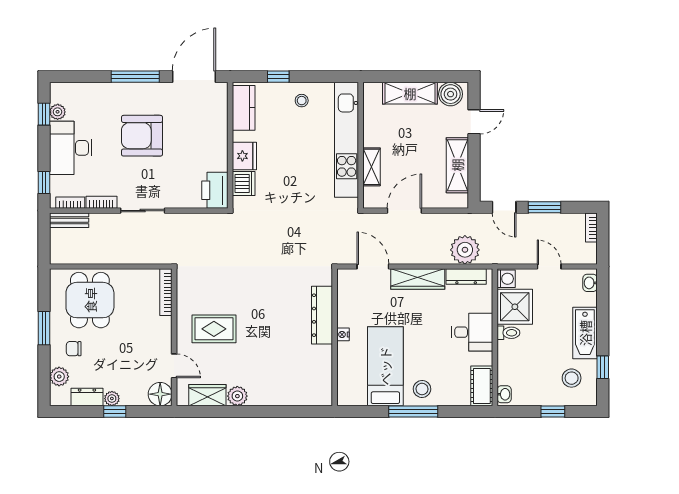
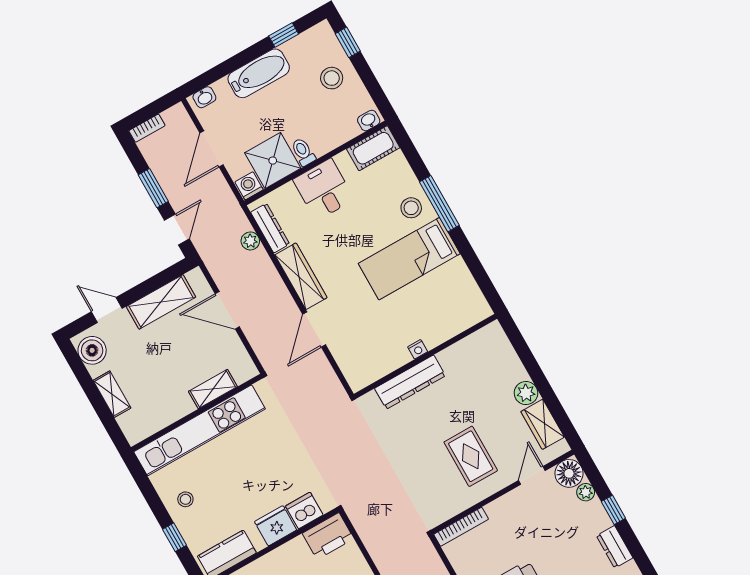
shelving: (410, 93) -> (112, 394), width x0.67, depth x0.75
door: (404, 211) -> (227, 310), moved
plant: (465, 250) -> (250, 241), width x0.53, depth x0.53
door: (549, 266) -> (211, 149), width x1.38
dresser: (322, 315) -> (410, 382), moved
nightstand: (343, 334) -> (418, 349), moved
wall: (335, 337) -> (425, 356), moved
stool: (572, 378) -> (332, 78), moved
plant: (112, 399) -> (586, 492), moved
window: (553, 412) -> (348, 42), moved

